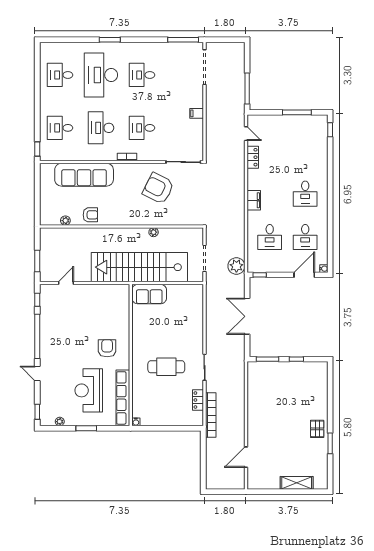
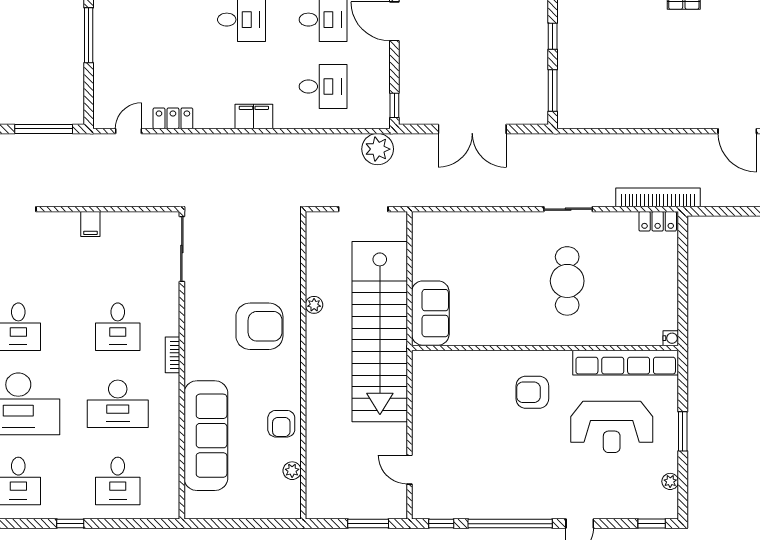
window: (37, 149) -> (70, 524), moved
armchair: (158, 188) -> (259, 326), moved, turned -117
armchair: (90, 215) -> (281, 424), turned 180
locker: (198, 400) -> (658, 221), moved

